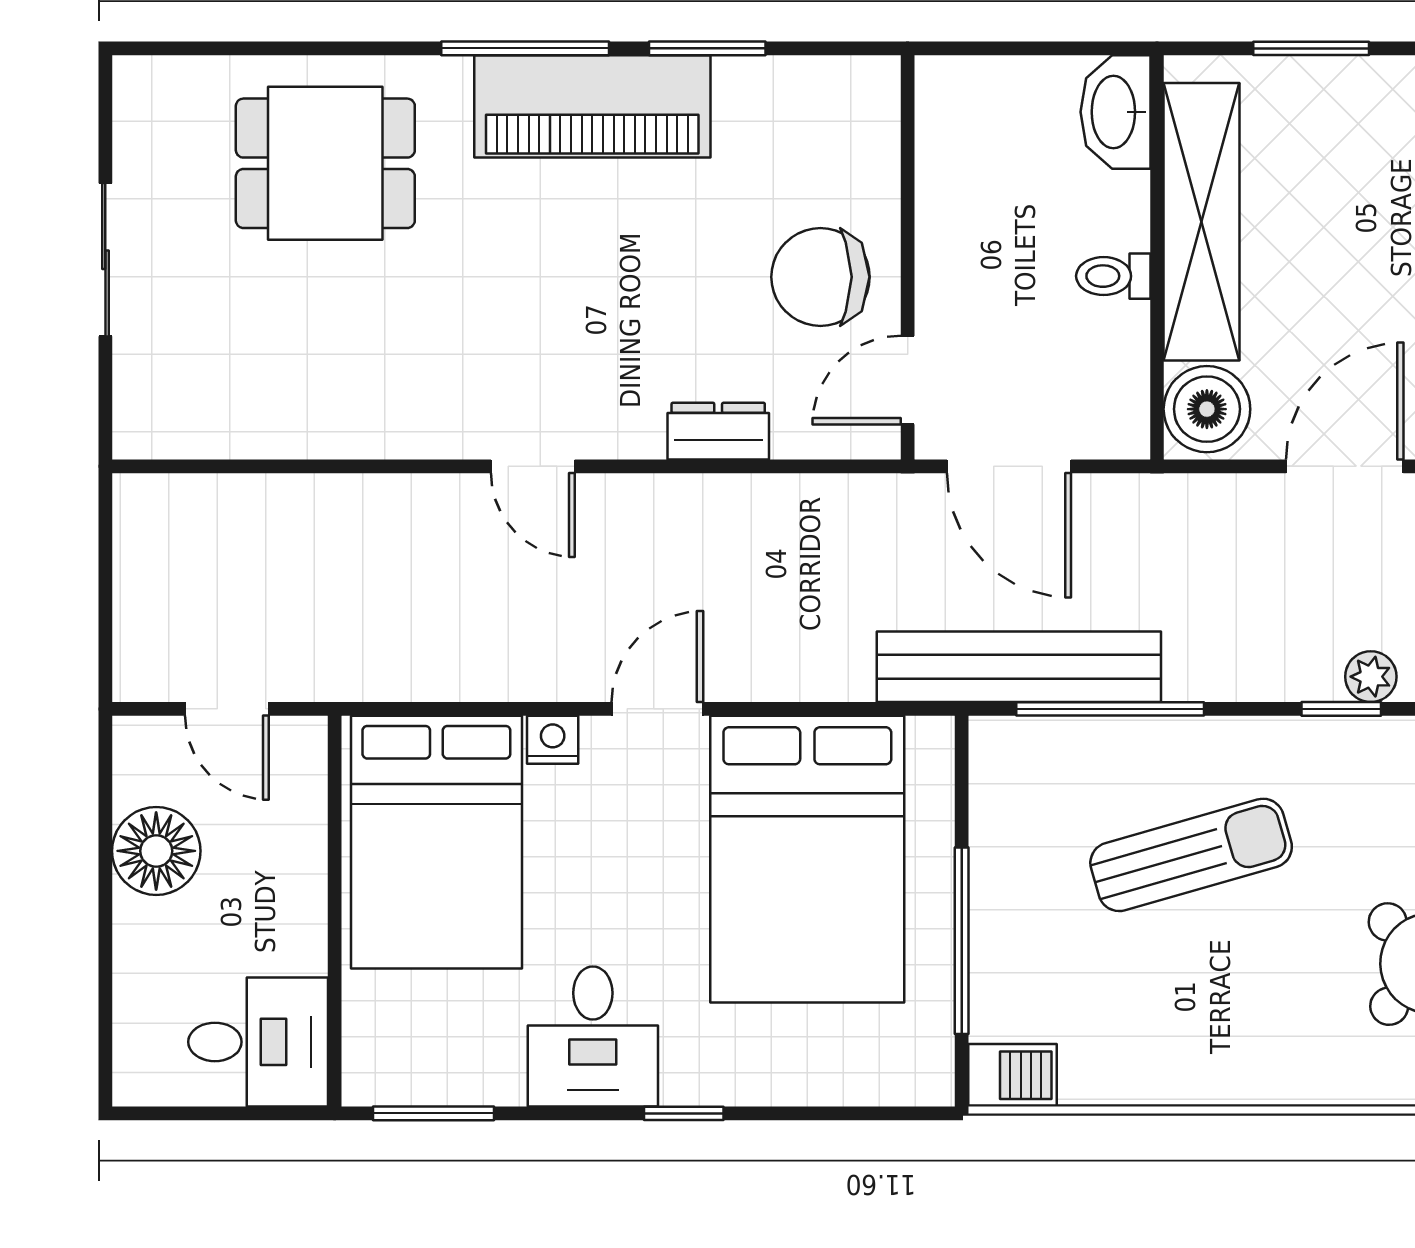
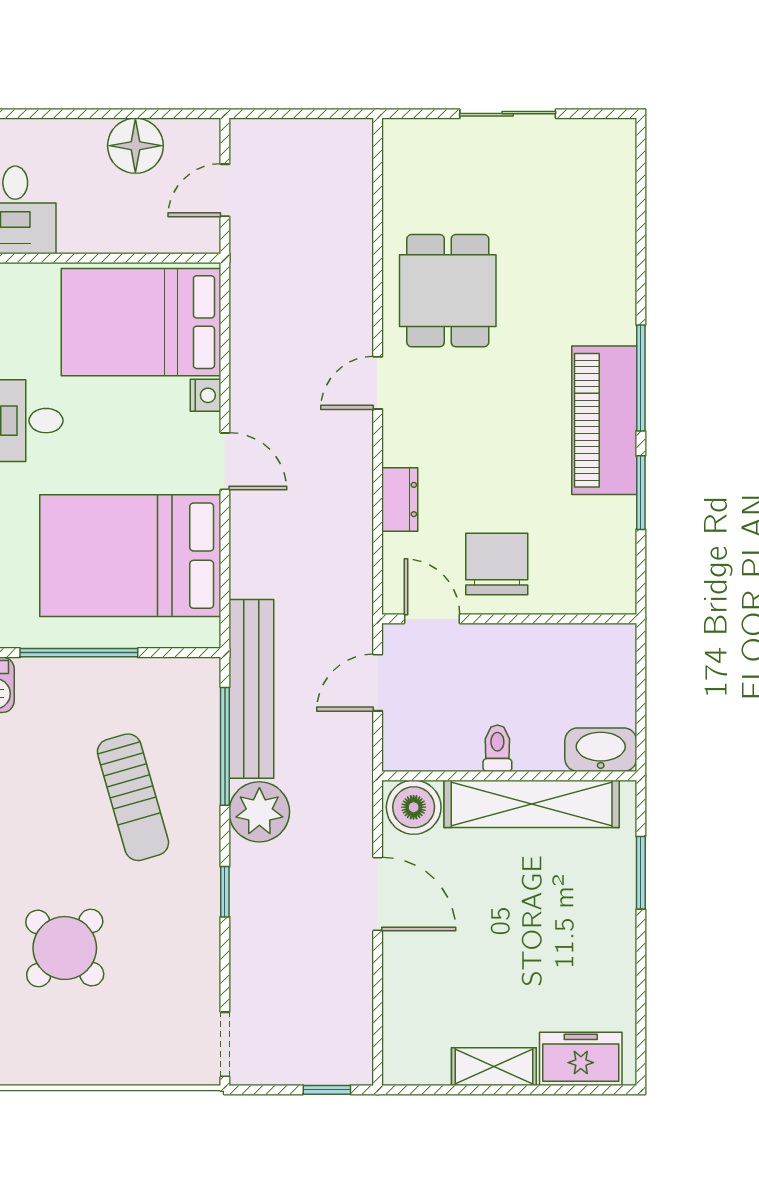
dining table: (325, 163) -> (448, 291), moved
door: (1009, 466) -> (378, 683), width x0.73
plant: (1371, 677) -> (259, 812), moved, width x1.88, depth x1.88

